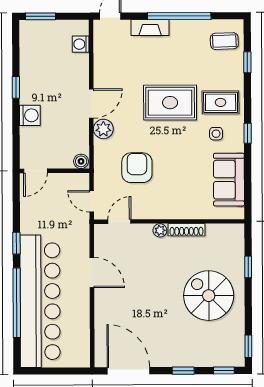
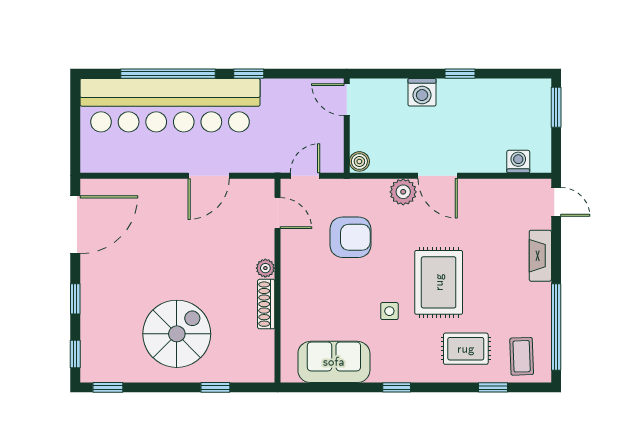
window: (179, 16) -> (556, 327), moved
rug: (221, 102) -> (466, 349), moved, turned 90
side table: (216, 134) -> (389, 311), moved

